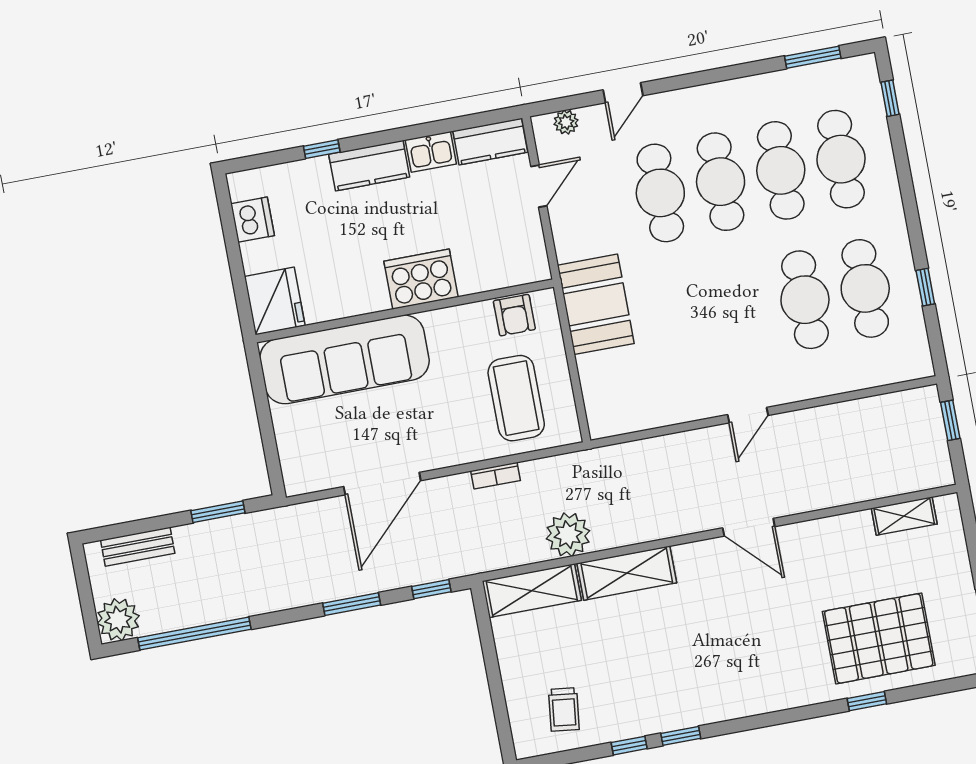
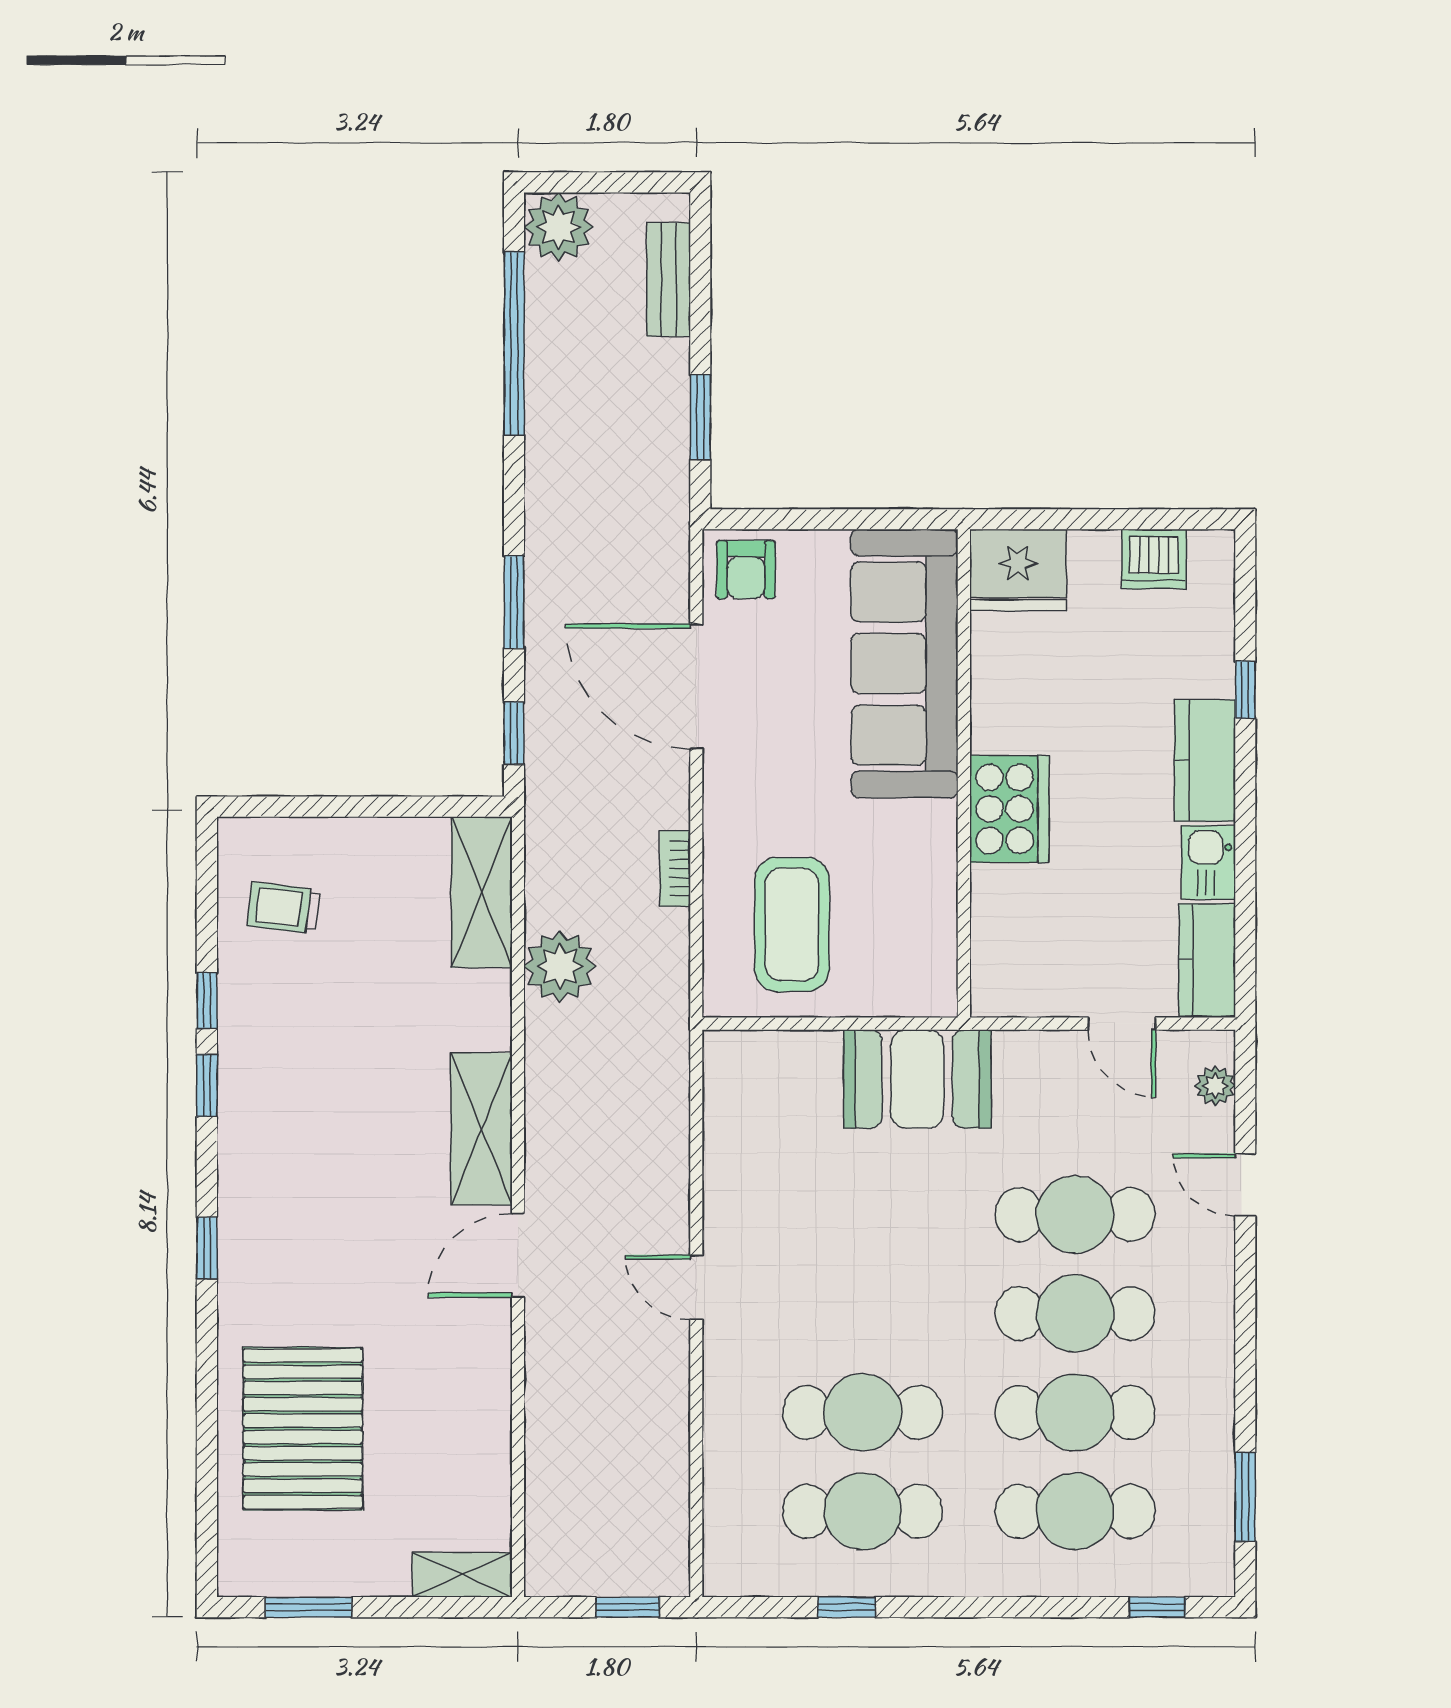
armchair: (514, 315) -> (746, 570), moved, turned -90
coffee table: (516, 398) -> (792, 925), turned 90
shelving: (904, 516) -> (462, 1575), moved, turned 90
shelving: (627, 573) -> (481, 1129), moved
window: (867, 701) -> (207, 1248), moved

